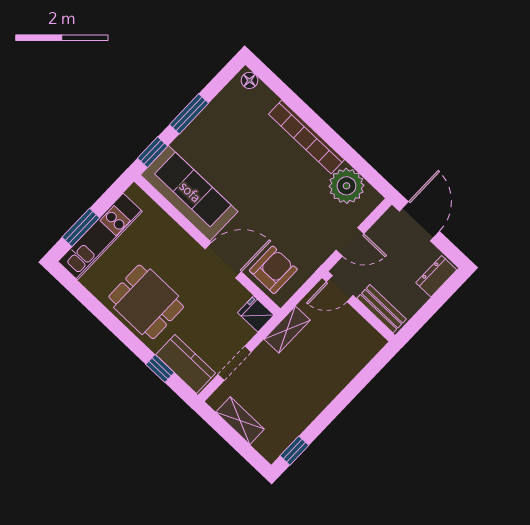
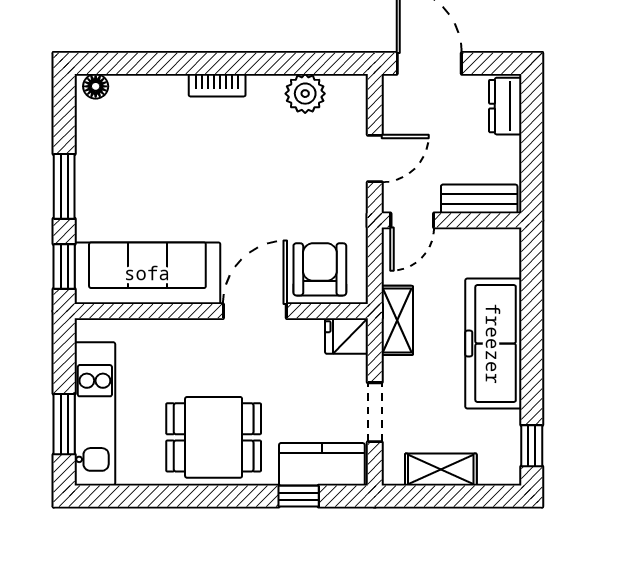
bookcase: (306, 137) -> (217, 85), width x0.43, depth x0.76
plant: (346, 186) -> (305, 94), width x0.73, depth x0.73
freezer: (323, 384) -> (493, 344), added

